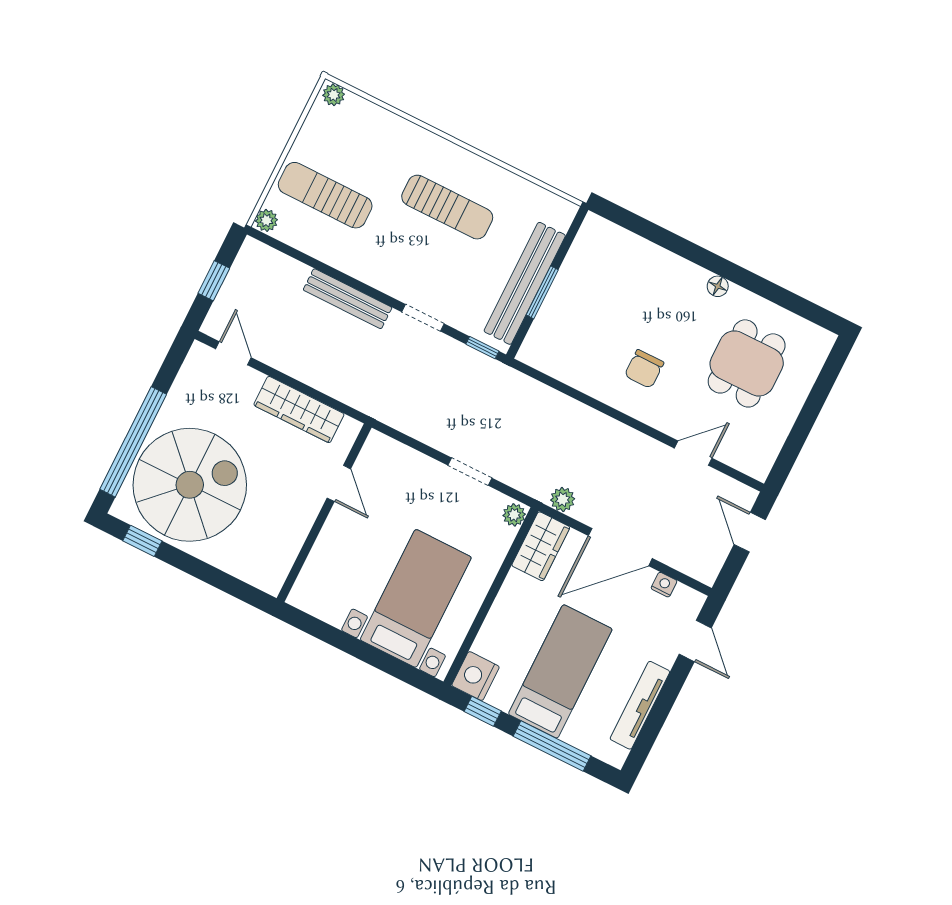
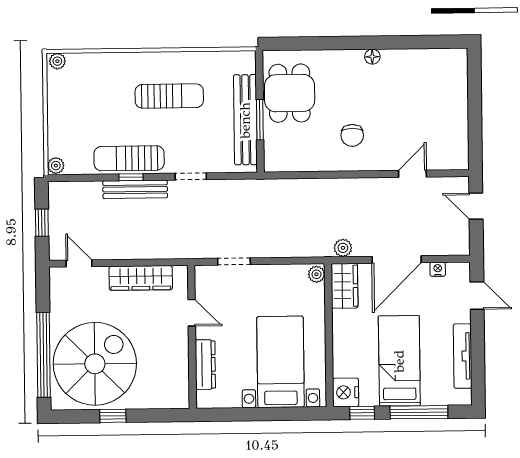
sun lounger: (325, 195) -> (129, 158), moved
window: (482, 348) -> (131, 177), moved
dining table: (747, 363) -> (290, 93), moved
doorway: (470, 472) -> (234, 261), moved
window: (142, 541) -> (113, 416), moved
dresser: (323, 555) -> (205, 365), added

